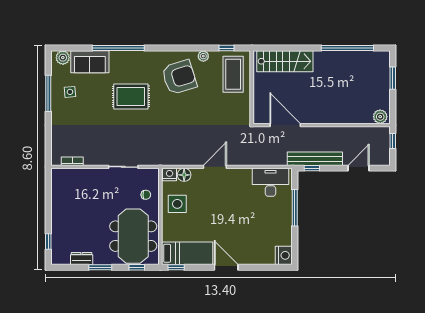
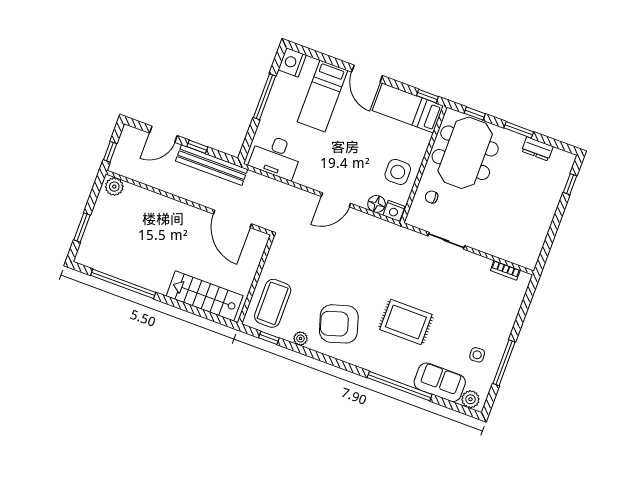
window: (312, 168) -> (197, 147), moved
window: (295, 208) -> (265, 97), moved
bed: (253, 239) -> (322, 96), added

